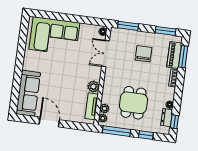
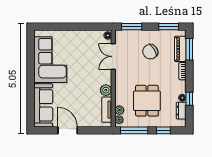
corner sofa: (54, 36) -> (50, 60), moved, turned -90
chair: (144, 54) -> (150, 52), turned -122
window: (174, 122) -> (189, 99), moved

